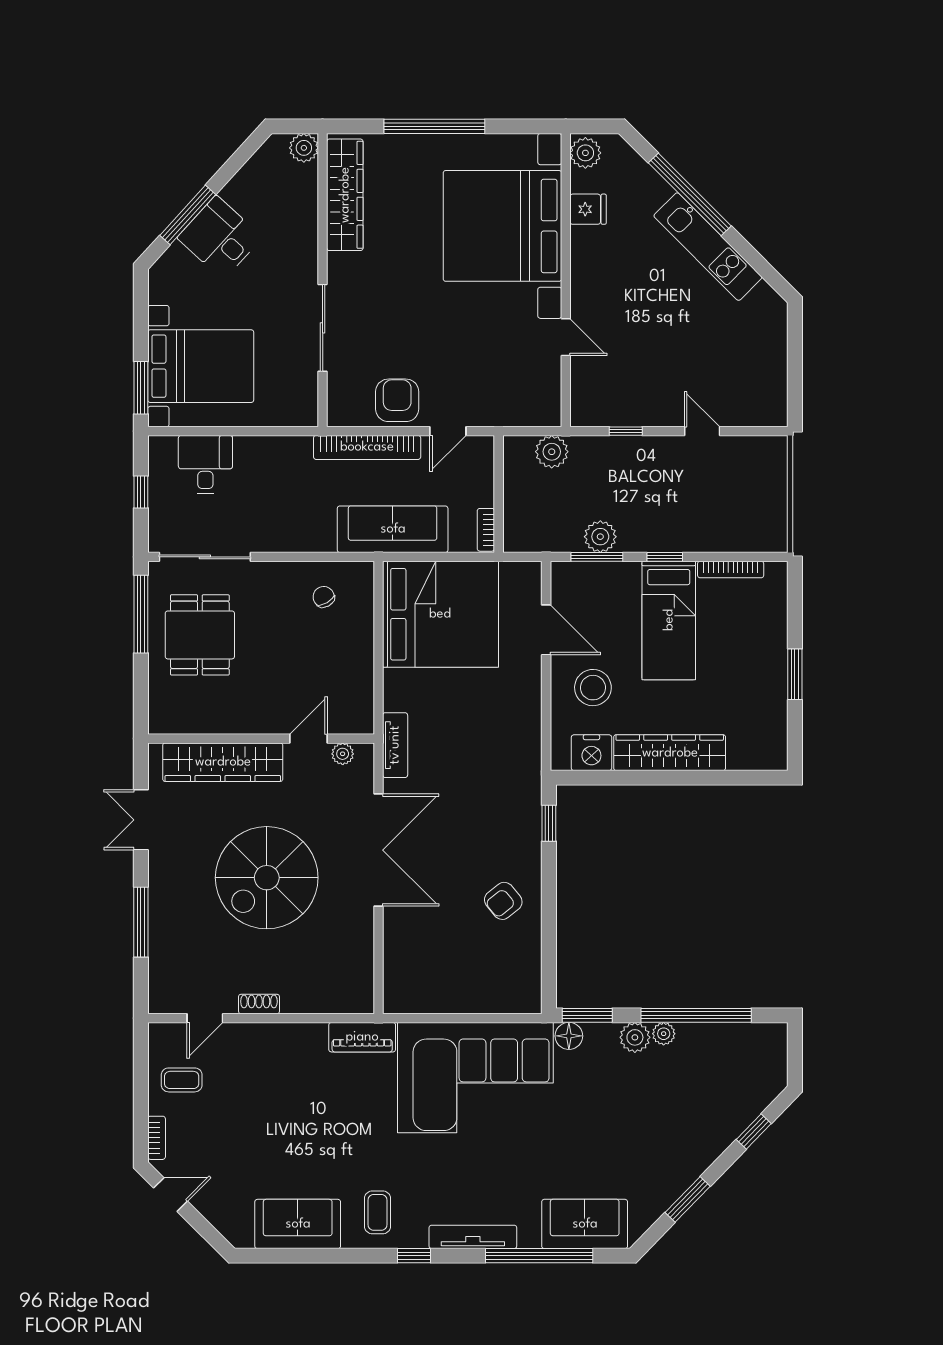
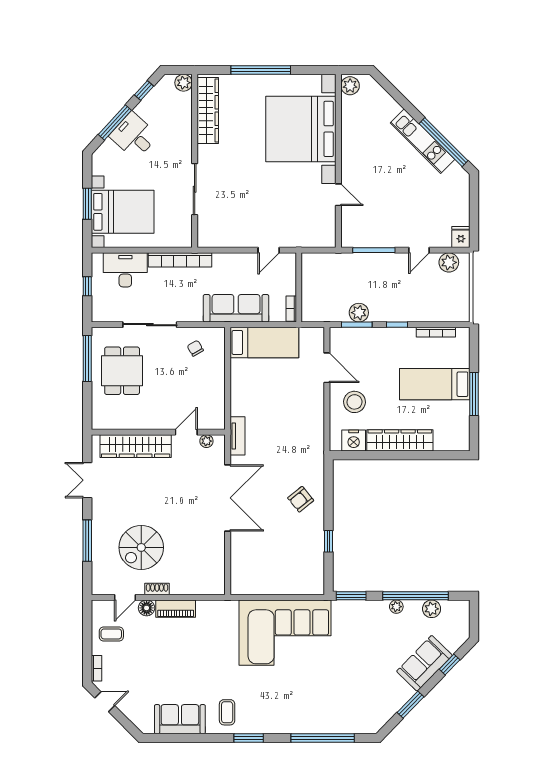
window: (237, 161) -> (144, 91), added
window: (690, 194) -> (444, 142), moved
fridge: (588, 209) -> (461, 237), moved, turned -90
window: (141, 388) -> (87, 204), moved
armchair: (397, 400) -> (239, 232), removed
window: (626, 431) -> (374, 250), width x2.17
door: (702, 431) -> (419, 250), swing flipped
bookcase: (367, 447) -> (180, 260), moved
plant: (552, 452) -> (449, 262), moved
desk: (205, 464) -> (125, 270), width x1.37
sliding door: (205, 557) -> (150, 325), moved
bed: (440, 614) -> (264, 342), width x0.49
bed: (669, 620) -> (435, 384), moved, turned 90
window: (795, 674) -> (474, 394), width x1.44
window: (549, 823) -> (328, 541), moved
spiral stairs: (267, 878) -> (141, 547), moved, width x0.73, depth x0.73
armchair: (503, 901) -> (301, 499), moved
floor lamp: (569, 1036) -> (147, 608), moved
piano: (362, 1037) -> (176, 609), moved
plant: (635, 1037) -> (432, 609), moved
sofa: (585, 1224) -> (424, 663), moved, turned -46
tv unit: (473, 1237) -> (283, 727), removed
window: (414, 1256) -> (249, 738), width x1.50

